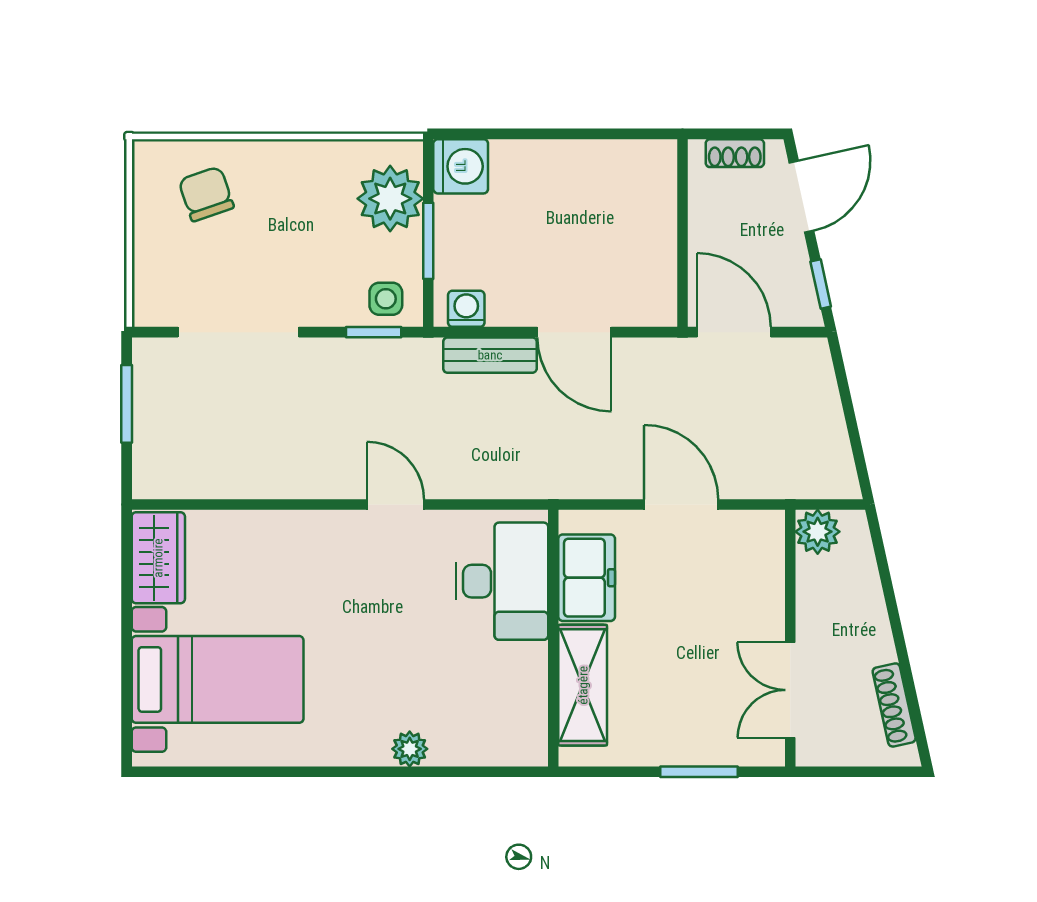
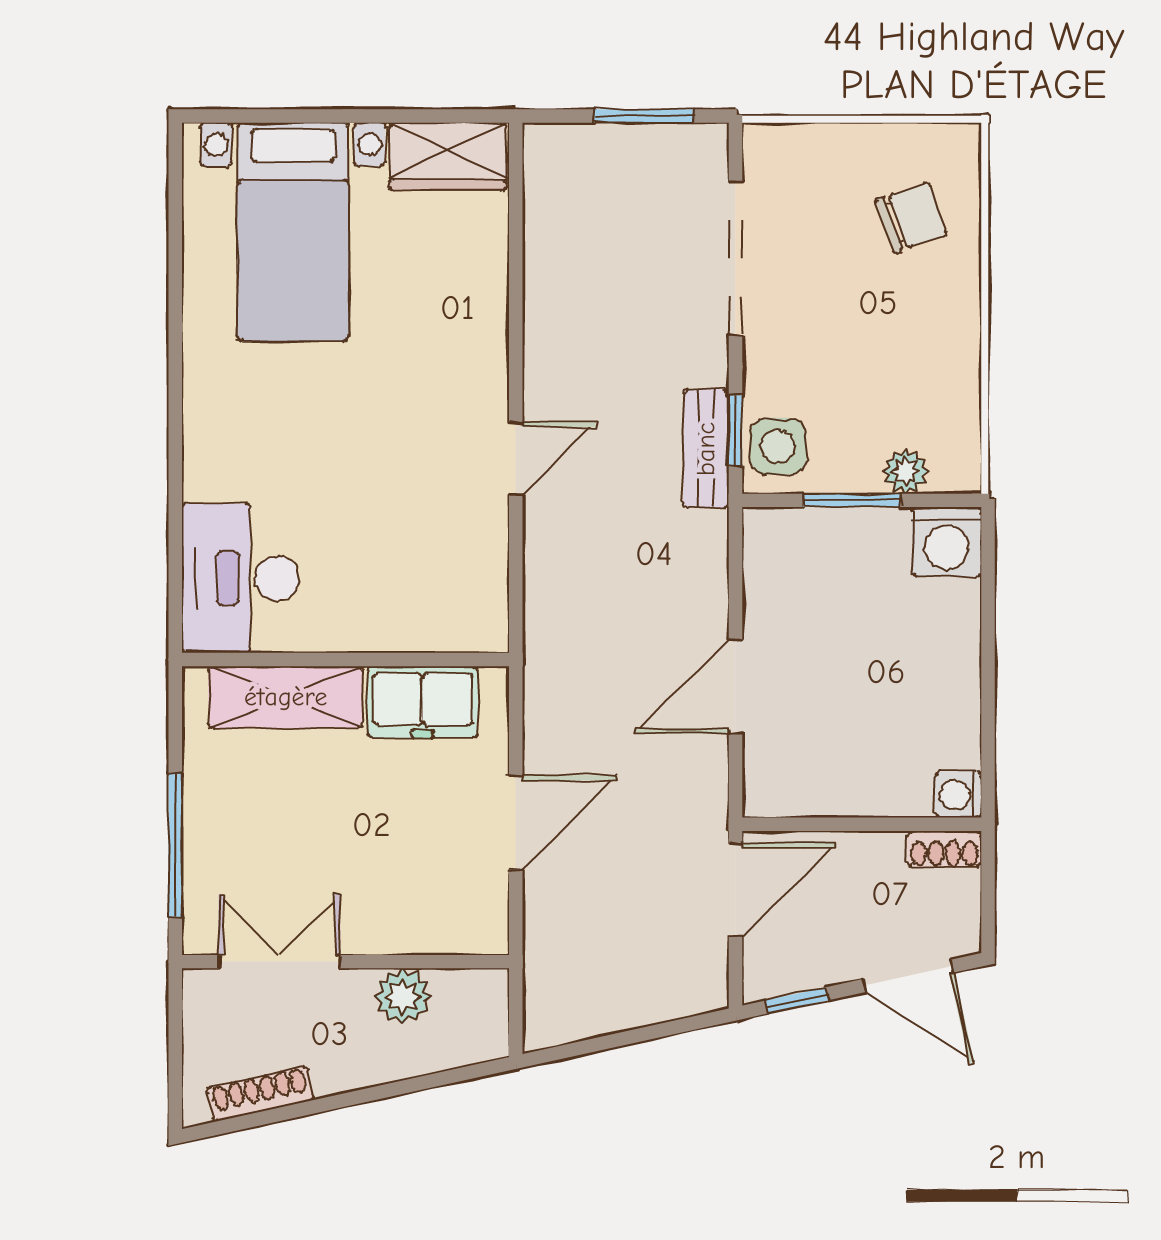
shoe rack: (735, 153) -> (944, 849), moved, turned -90
plant: (390, 199) -> (906, 471), width x0.53, depth x0.53
side table: (386, 299) -> (778, 446), width x1.37, depth x1.37
washing machine: (466, 309) -> (958, 795), moved, turned 180
bench: (490, 355) -> (706, 449), moved
plant: (818, 532) -> (403, 996), moved
desk: (502, 581) -> (241, 578), moved, turned 90
plant: (410, 749) -> (204, 477), removed
window: (699, 772) -> (175, 845), width x1.44

